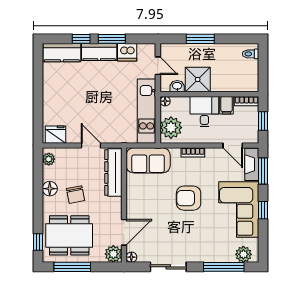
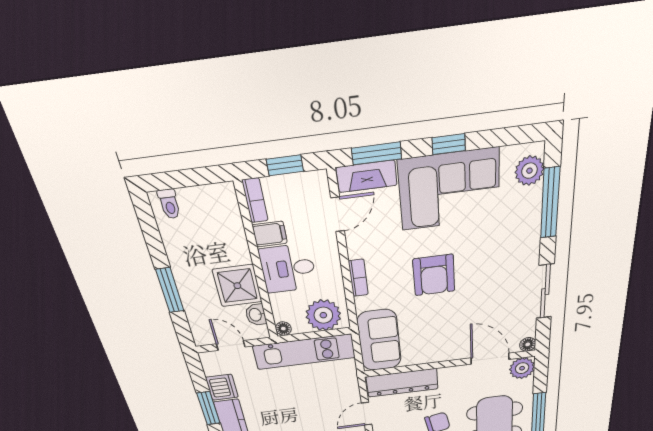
door: (158, 66) -> (231, 345), hinge flipped

